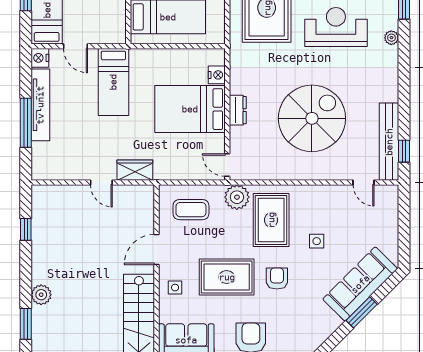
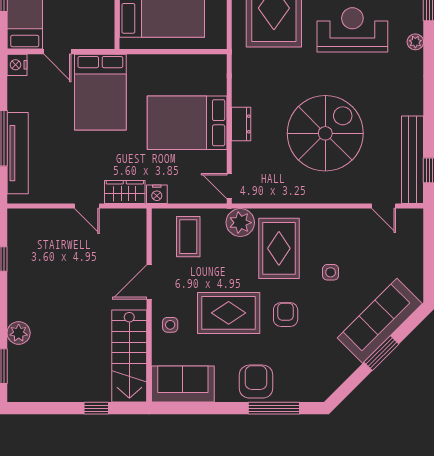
nightstand: (217, 75) -> (157, 194), moved, turned 90
bed: (113, 82) -> (100, 92), width x1.50
tv unit: (40, 105) -> (18, 153), moved
coffee table: (191, 210) -> (188, 237), turned 90

